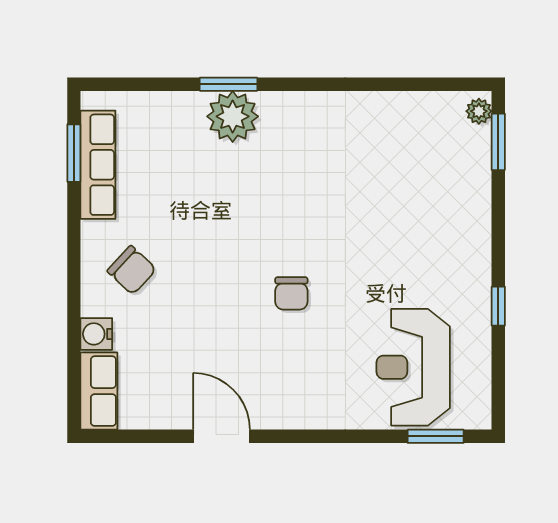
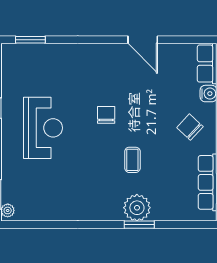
coffee table: (241, 208) -> (132, 160), added
reception desk: (413, 367) -> (43, 128), moved

